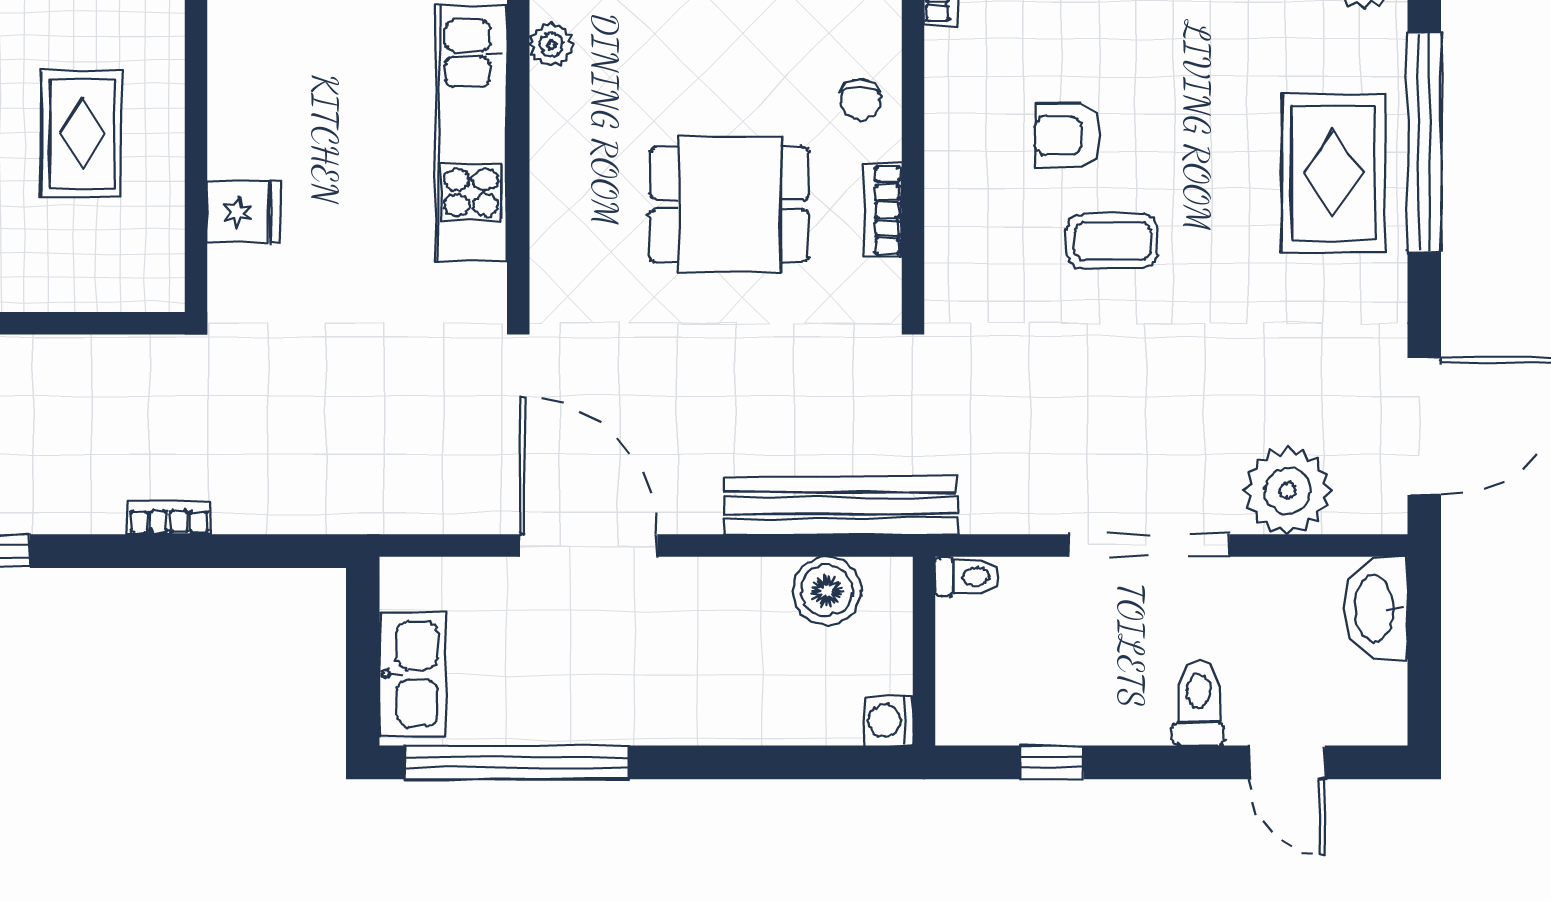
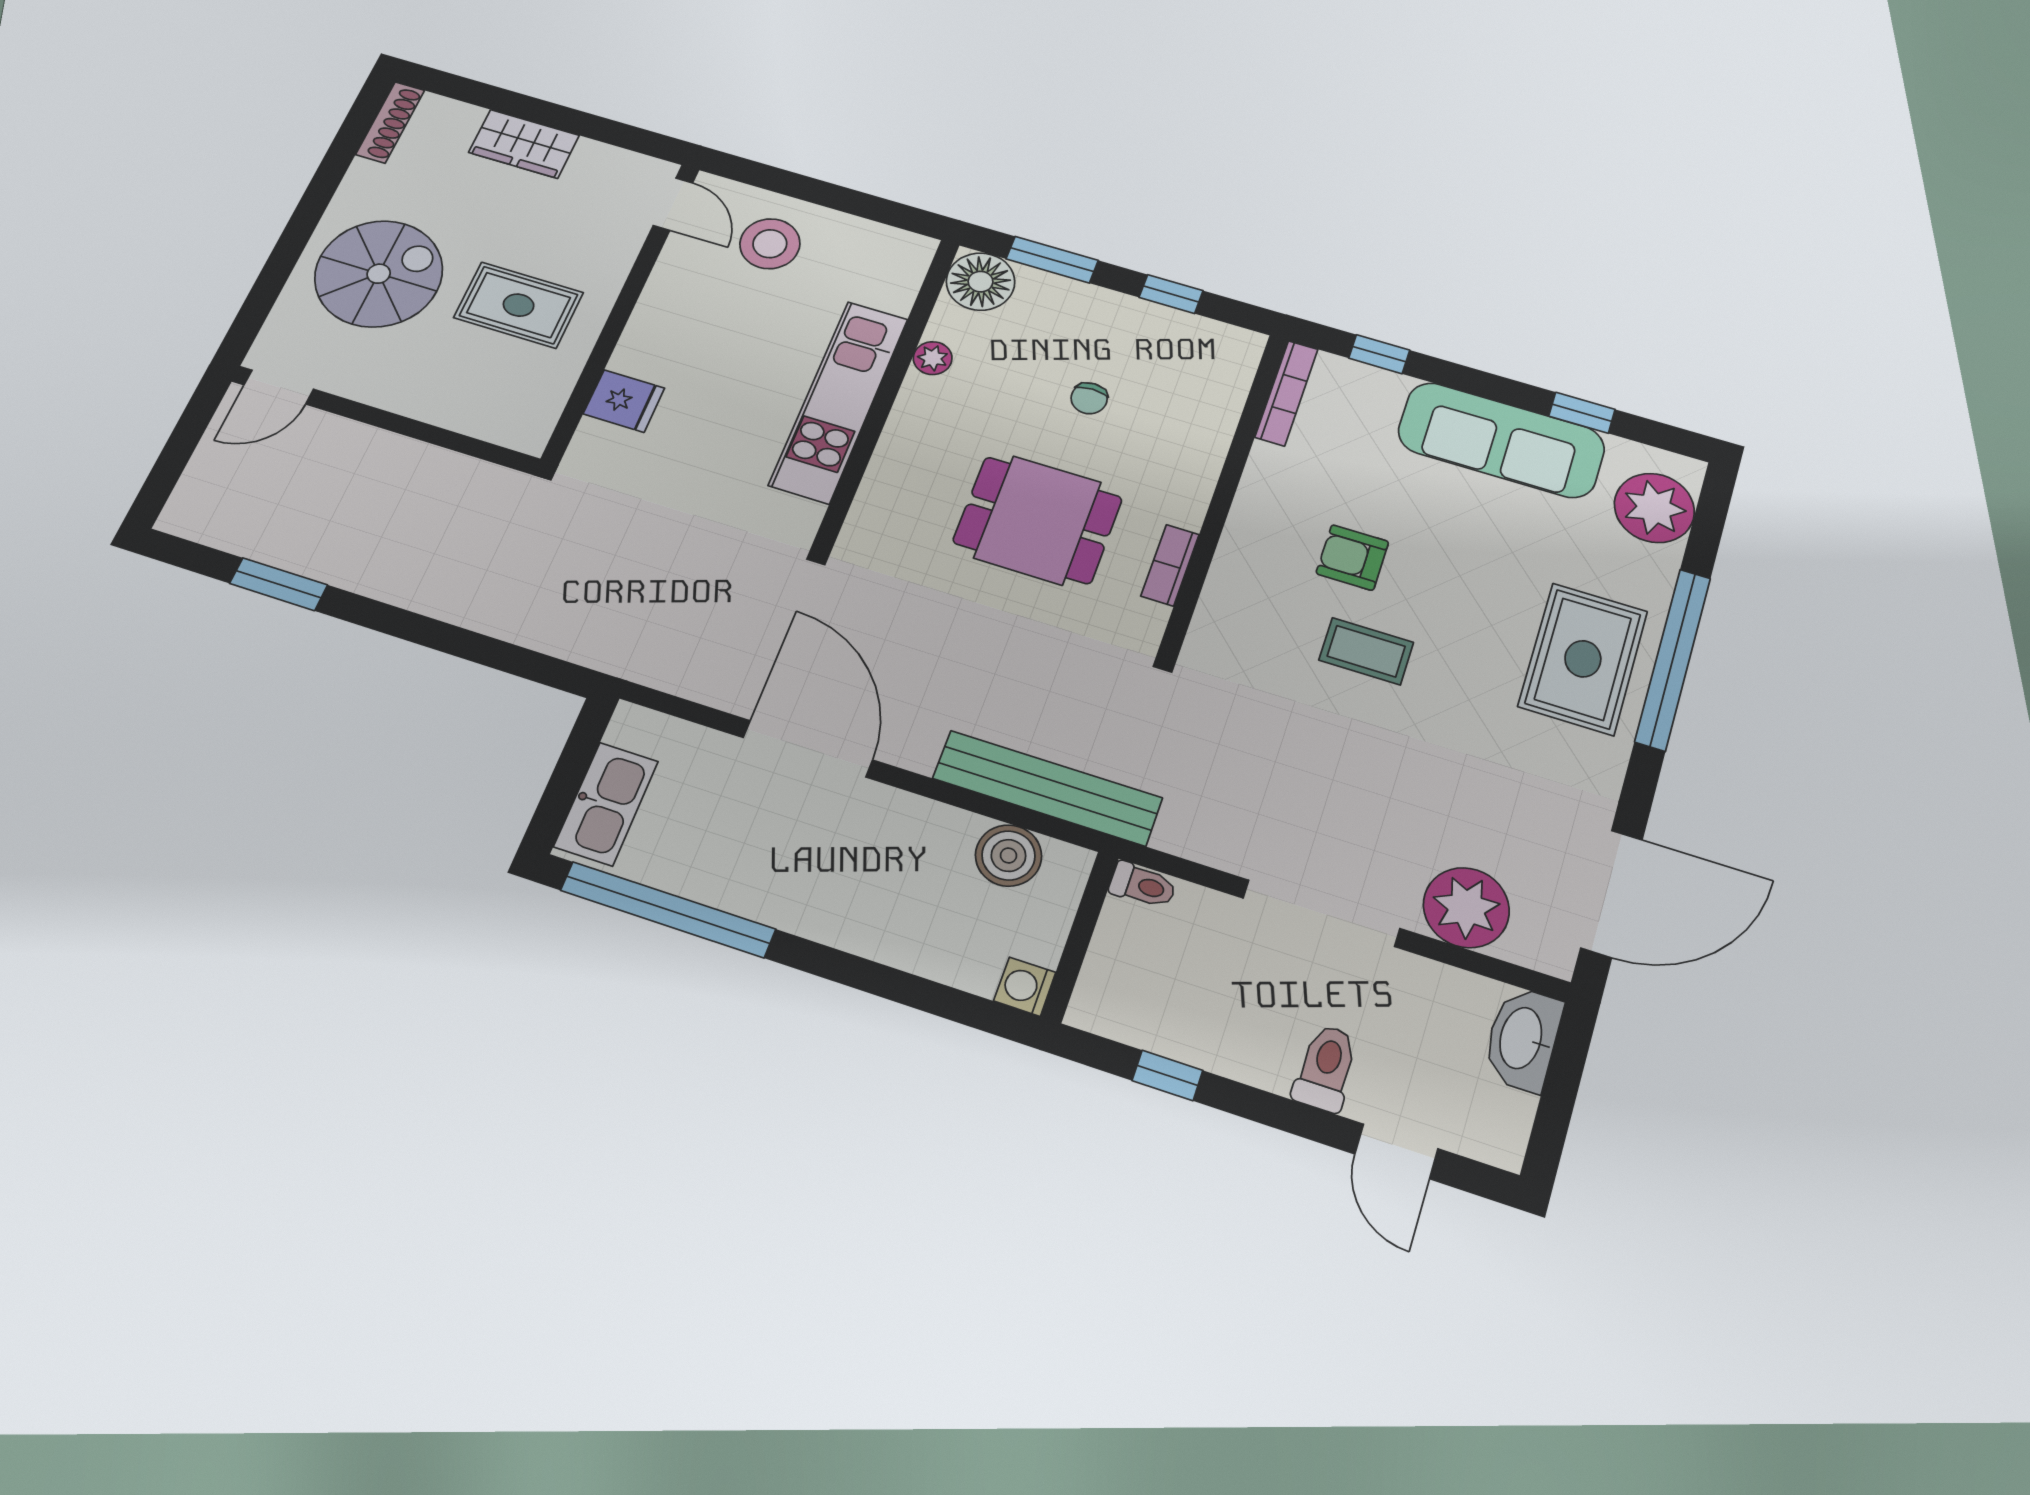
chair: (861, 100) -> (1089, 398), moved
rug: (82, 133) -> (519, 305), turned 90
bookcase: (169, 518) -> (452, 610), removed

